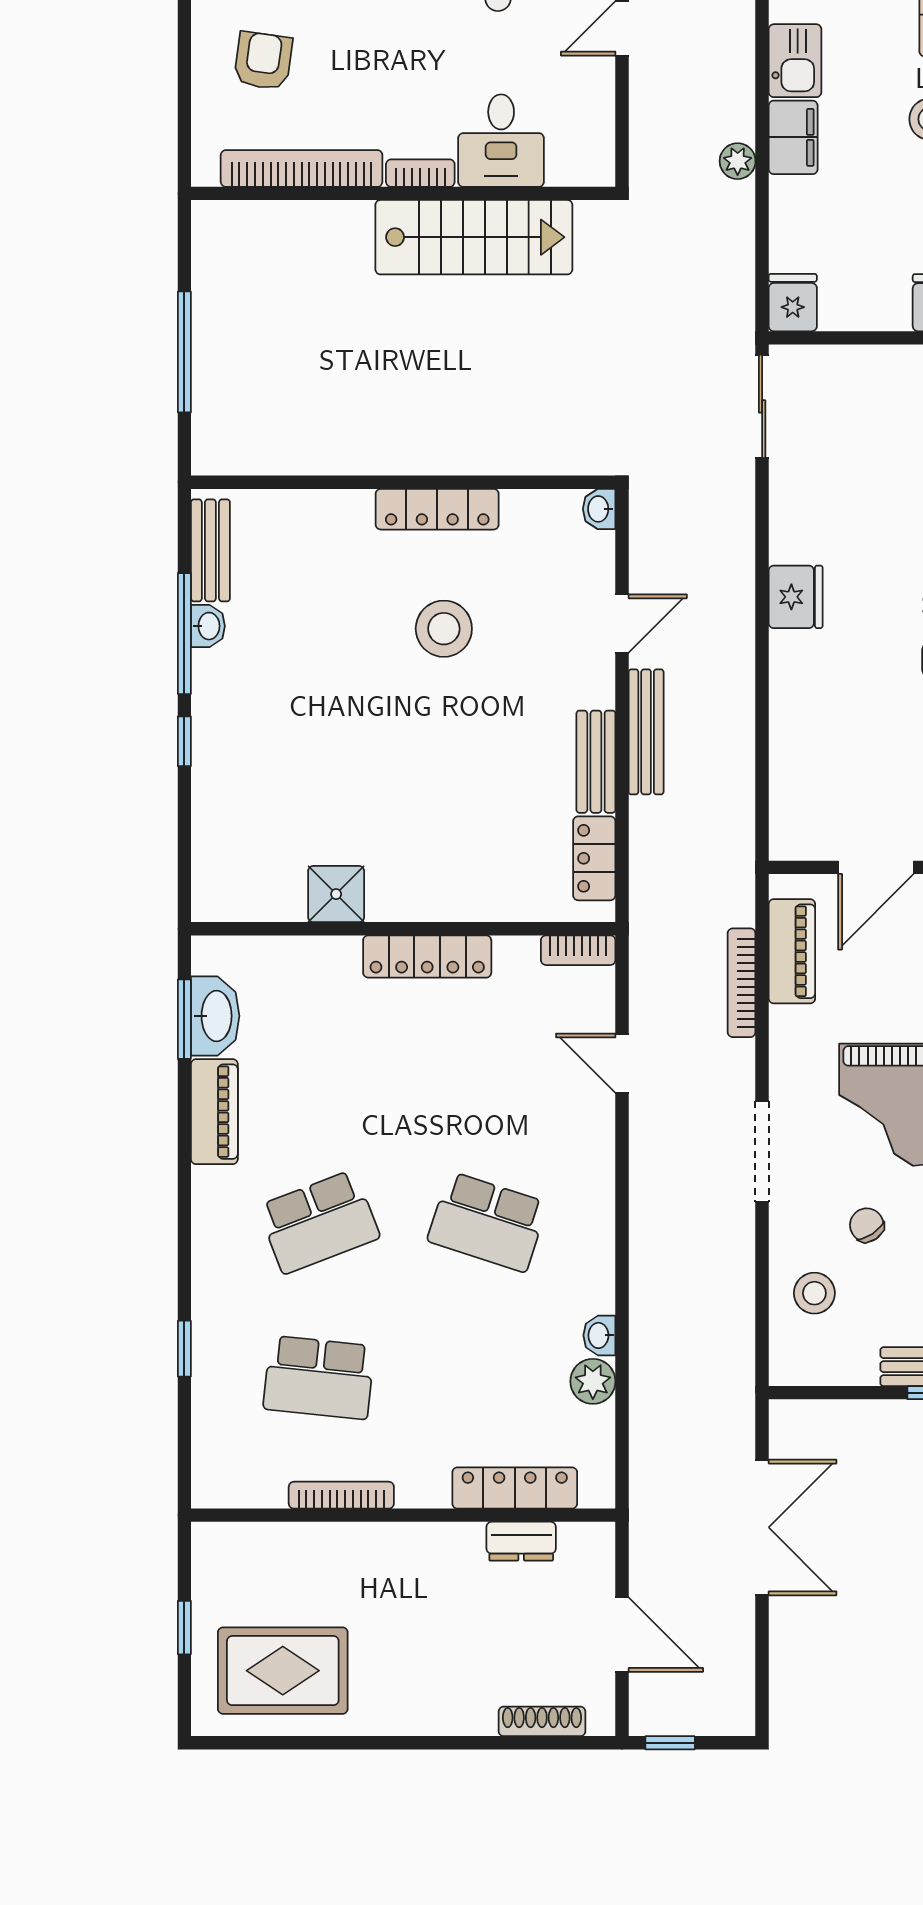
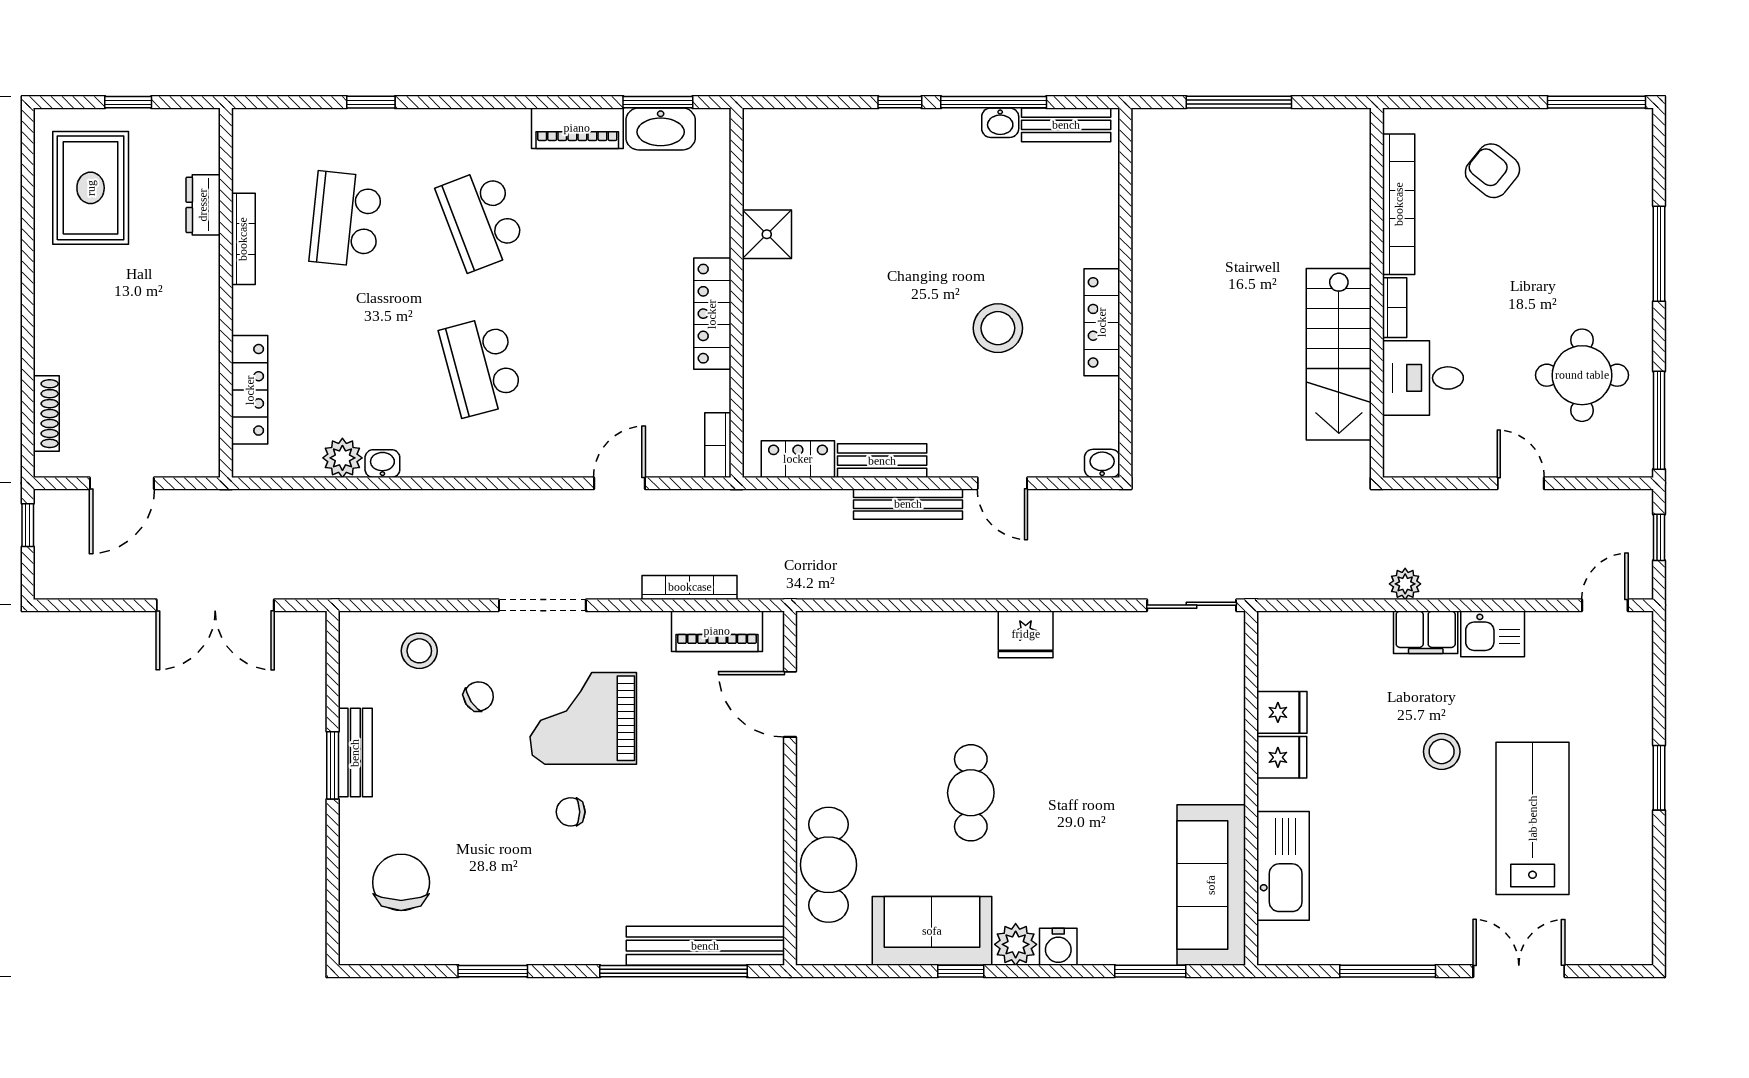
armchair: (263, 61) -> (1492, 171), turned -149
fridge: (793, 303) -> (1282, 712), moved
school desk: (488, 1222) -> (481, 366), turned -33
dresser: (521, 1541) -> (203, 205), moved

